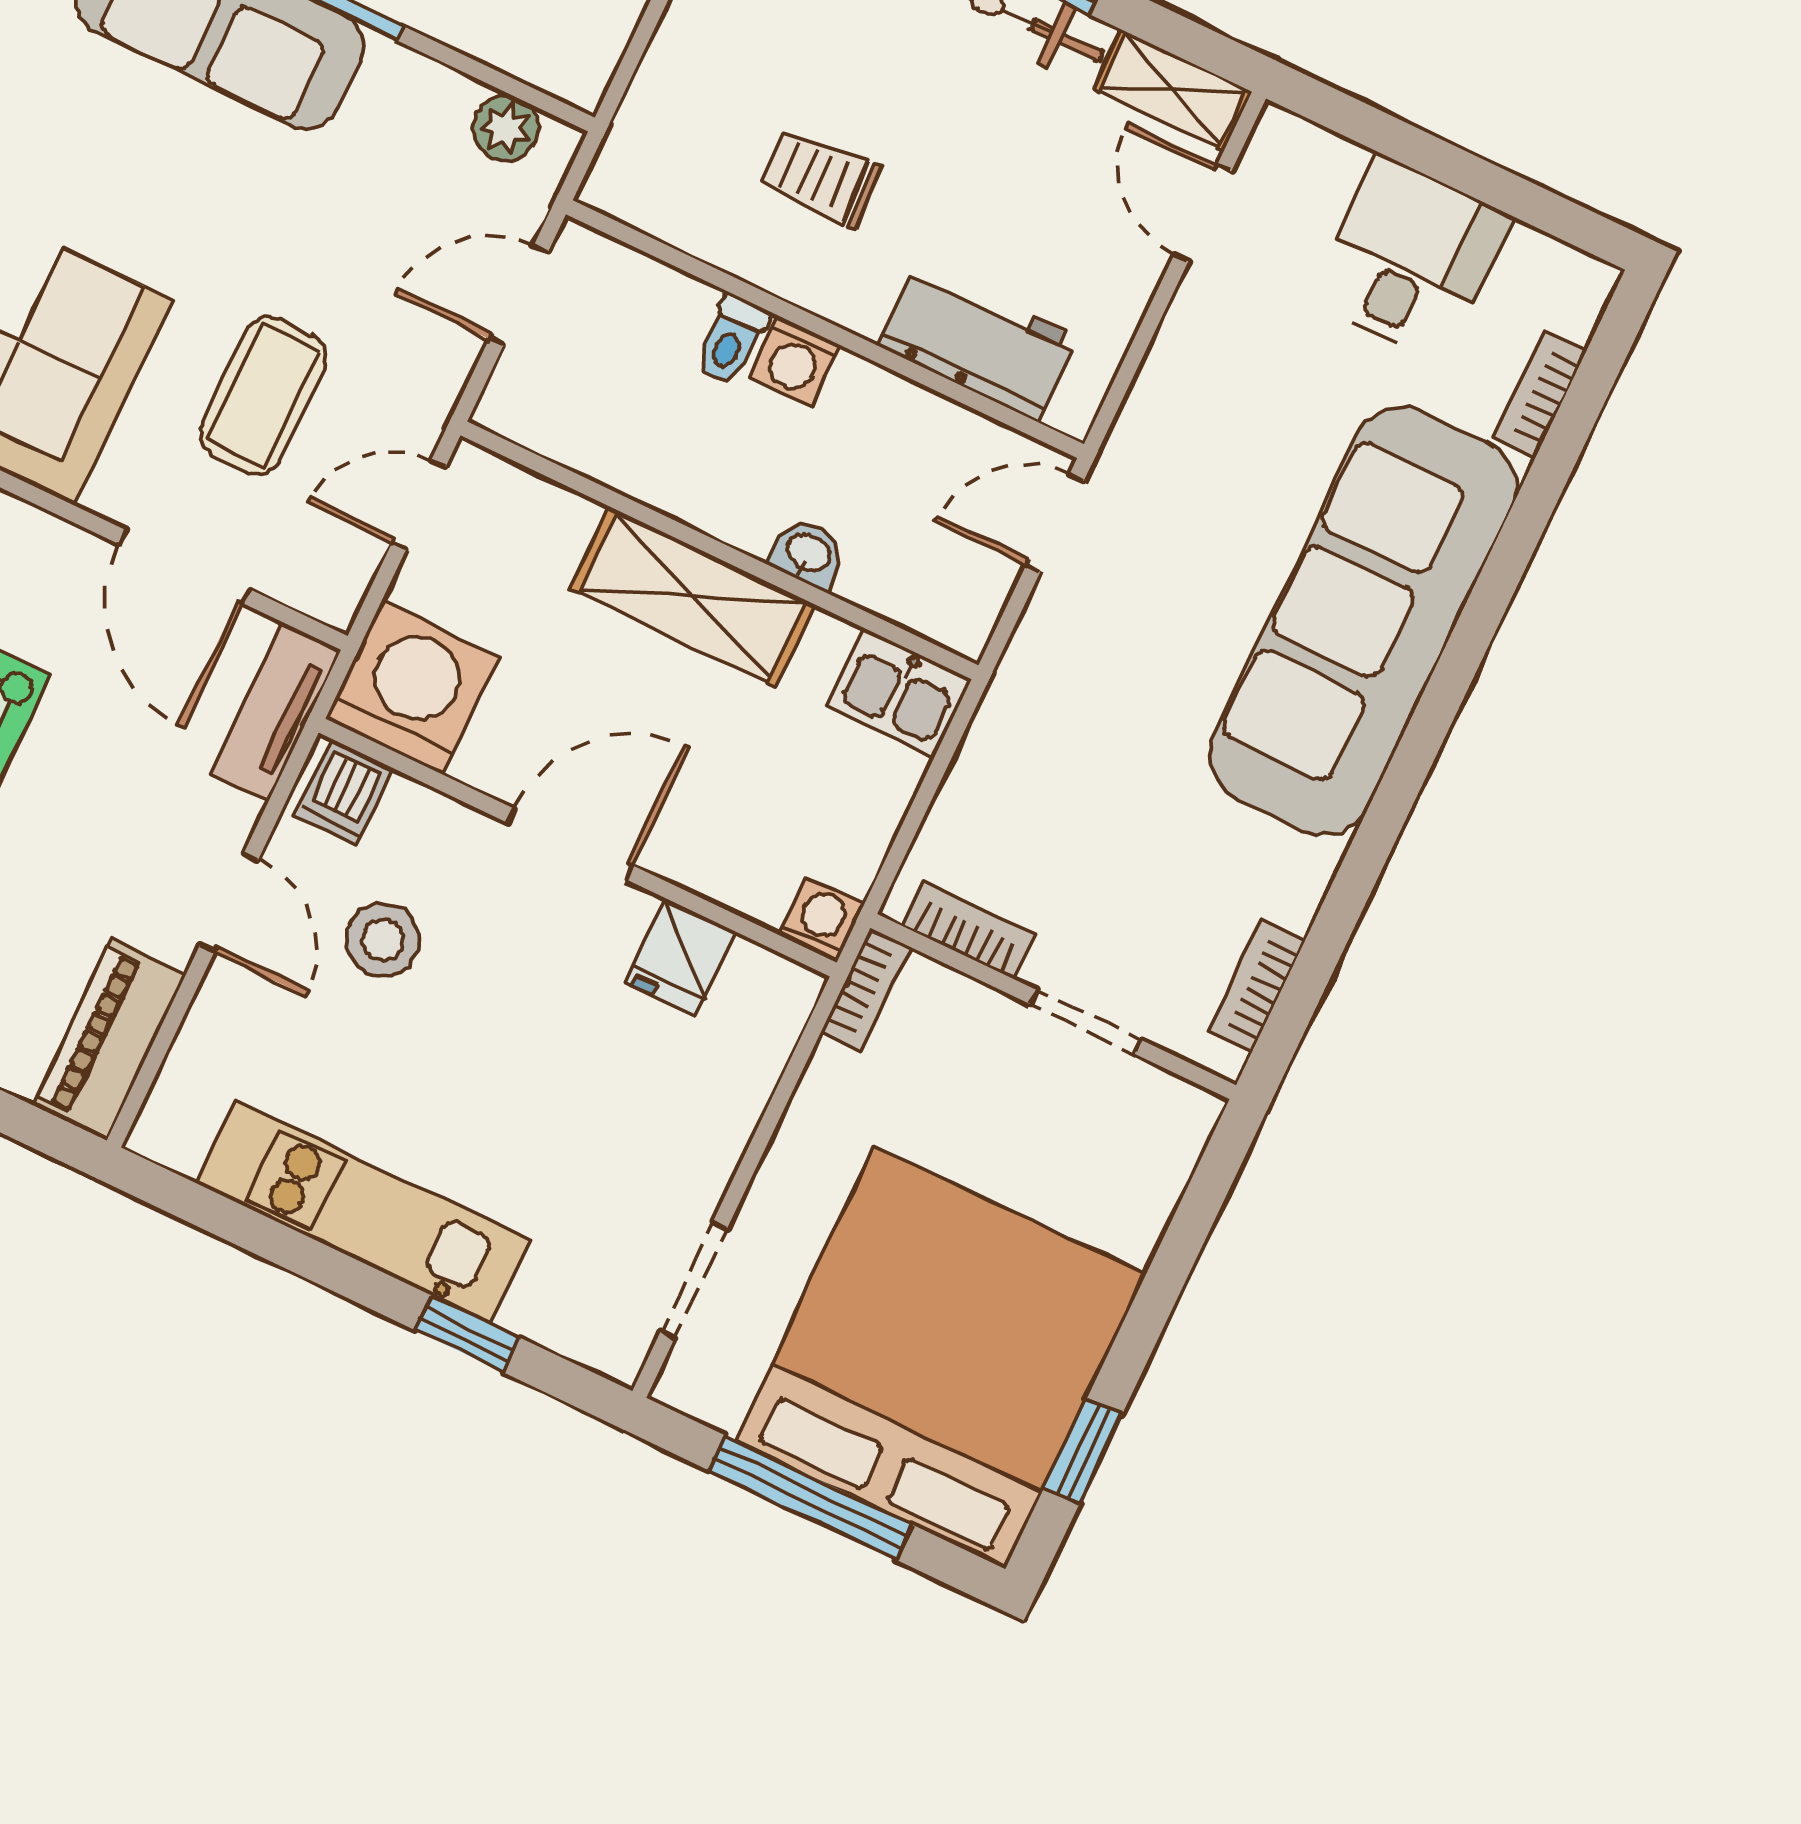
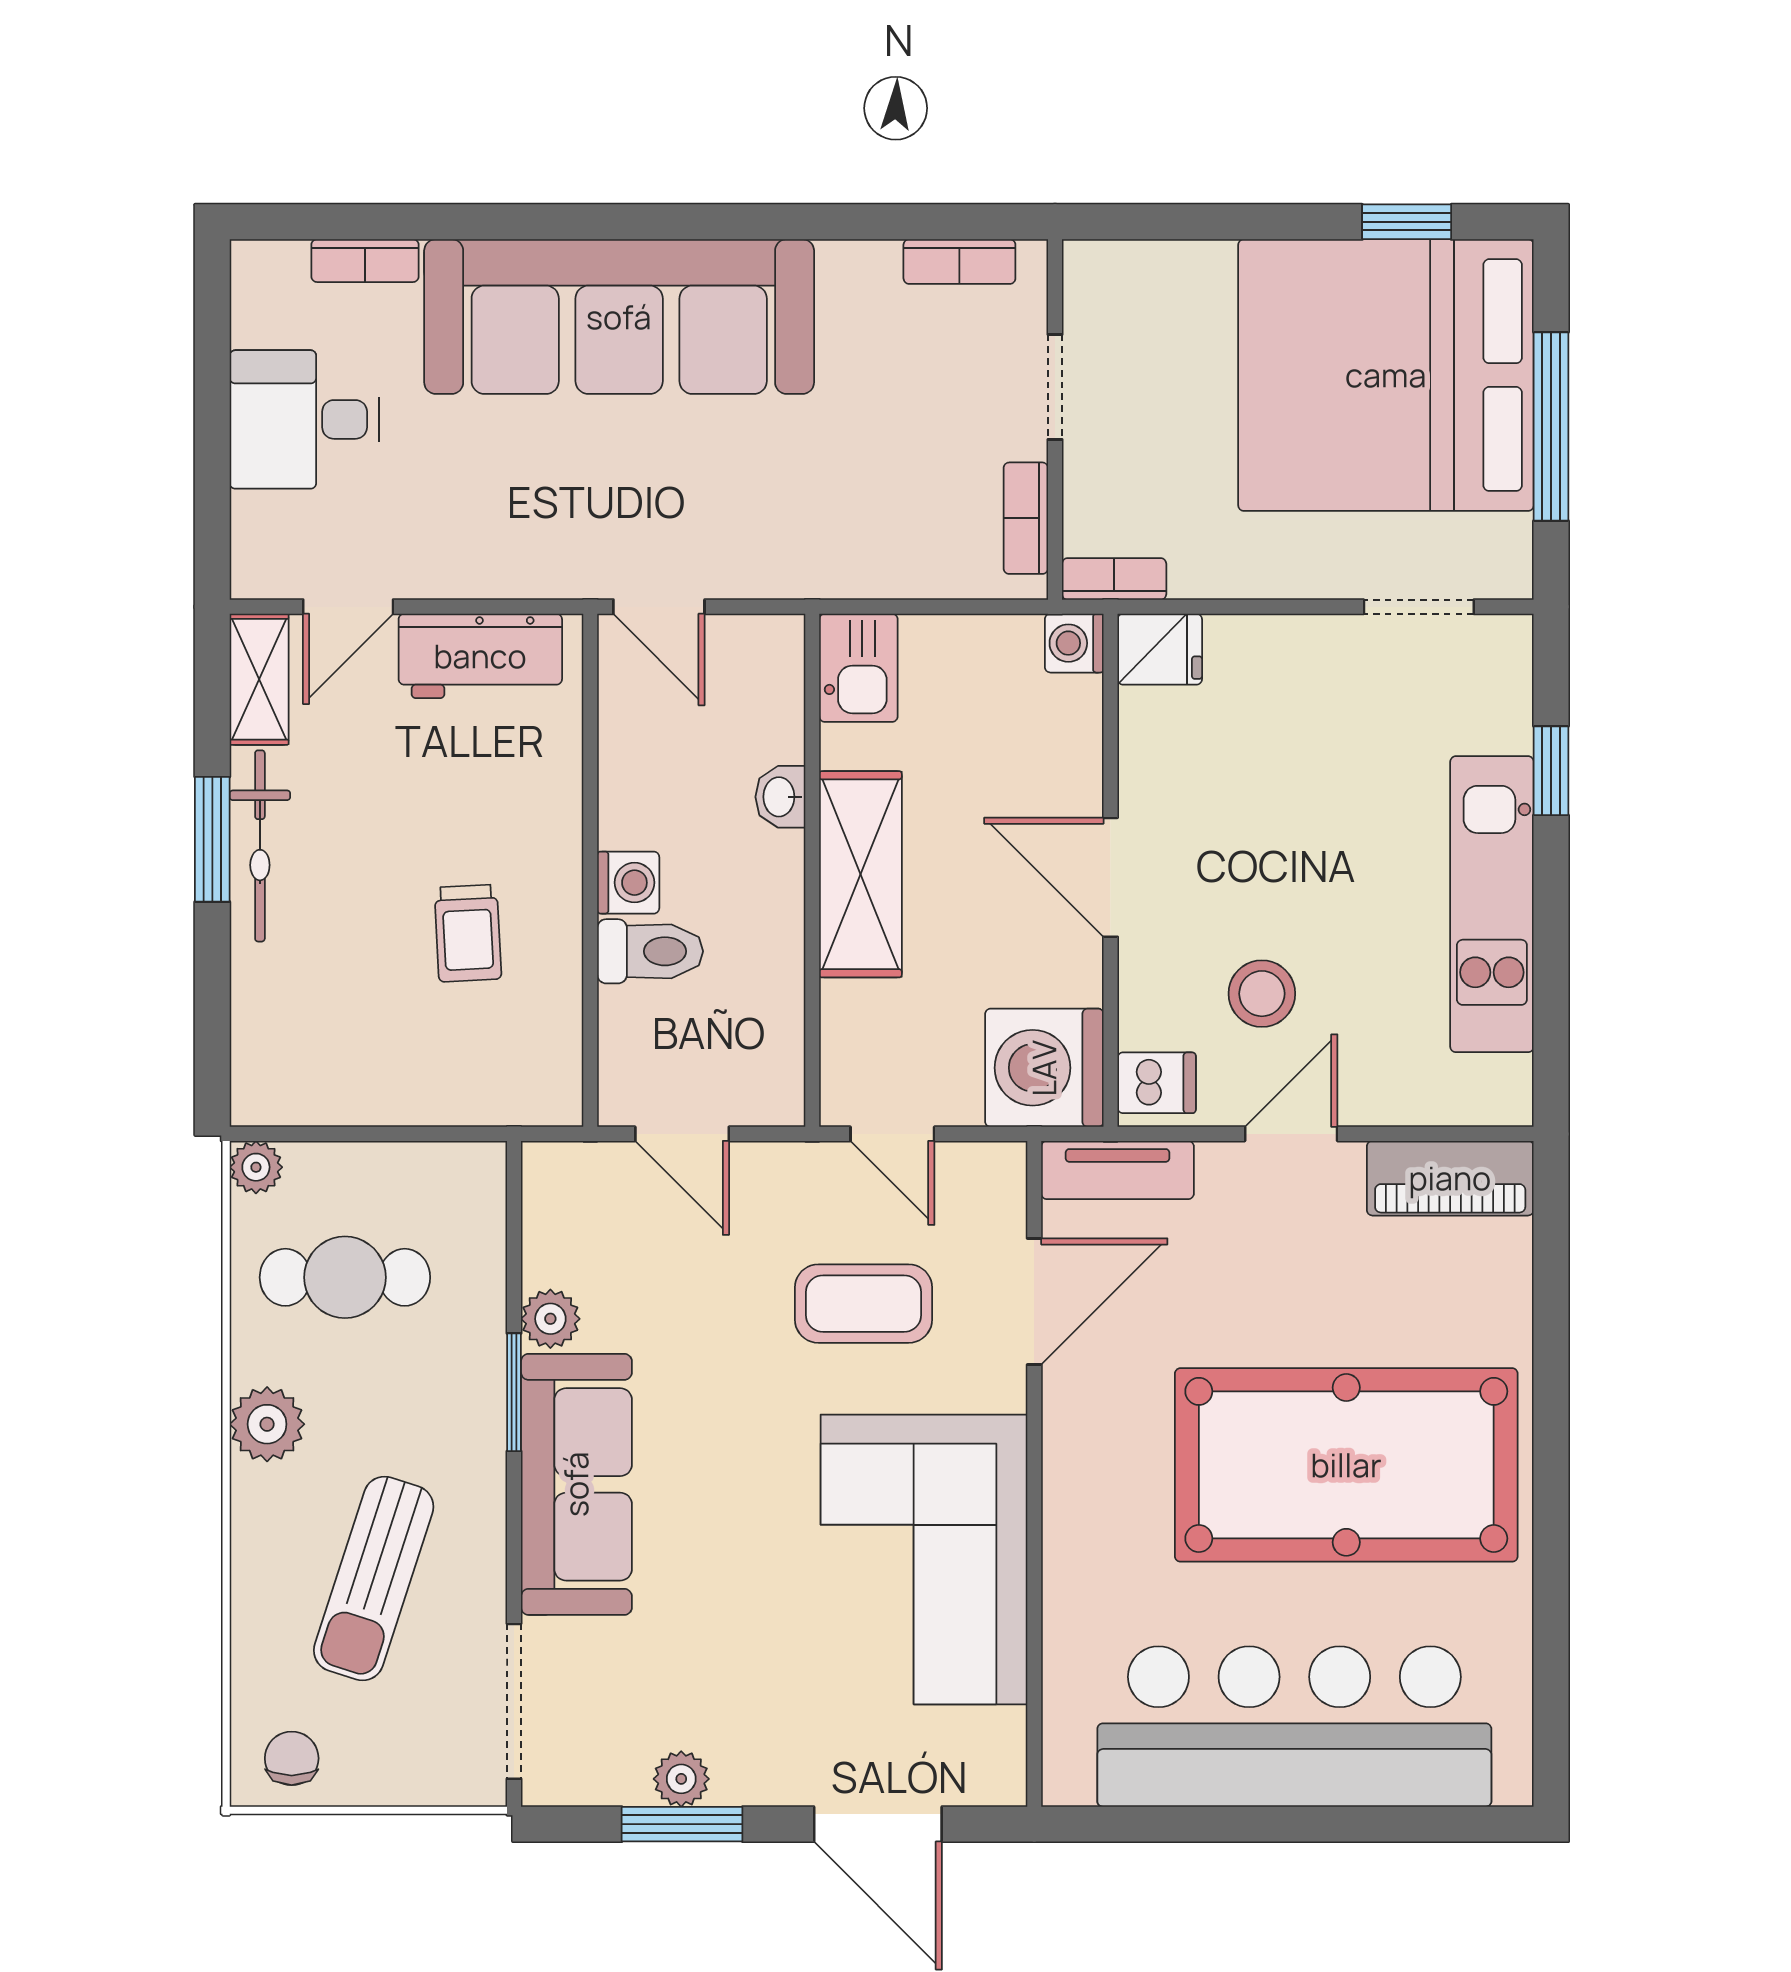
plant: (506, 128) -> (550, 1319), moved
toilet: (731, 340) -> (650, 951), width x1.37, depth x1.39
workbench: (977, 342) -> (480, 656), moved, turned -90
fridge: (681, 957) -> (1160, 649), moved

